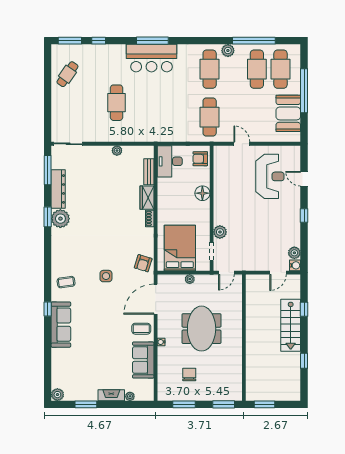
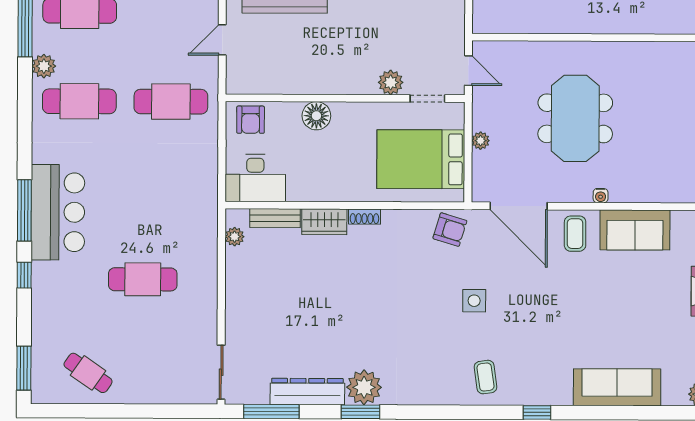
window: (99, 41) -> (24, 275), moved
plant: (117, 151) -> (235, 237), moved
sofa: (61, 325) -> (617, 387), moved
meeting table: (202, 329) -> (575, 118), turned 90
chair: (189, 375) -> (663, 142), removed

